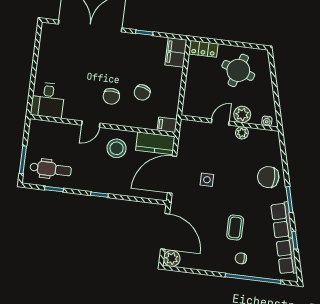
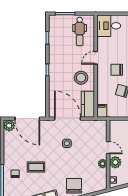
door: (91, 124) -> (96, 58), hinge flipped
dental chair: (51, 169) -> (80, 32), moved
door: (165, 231) -> (27, 119), hinge flipped

